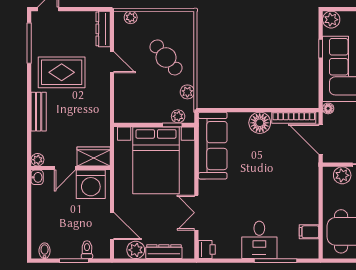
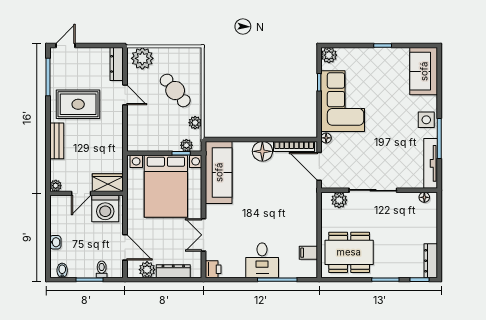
plant: (131, 17) -> (142, 58), width x1.87, depth x1.87
washbasin: (37, 177) -> (55, 242), moved

